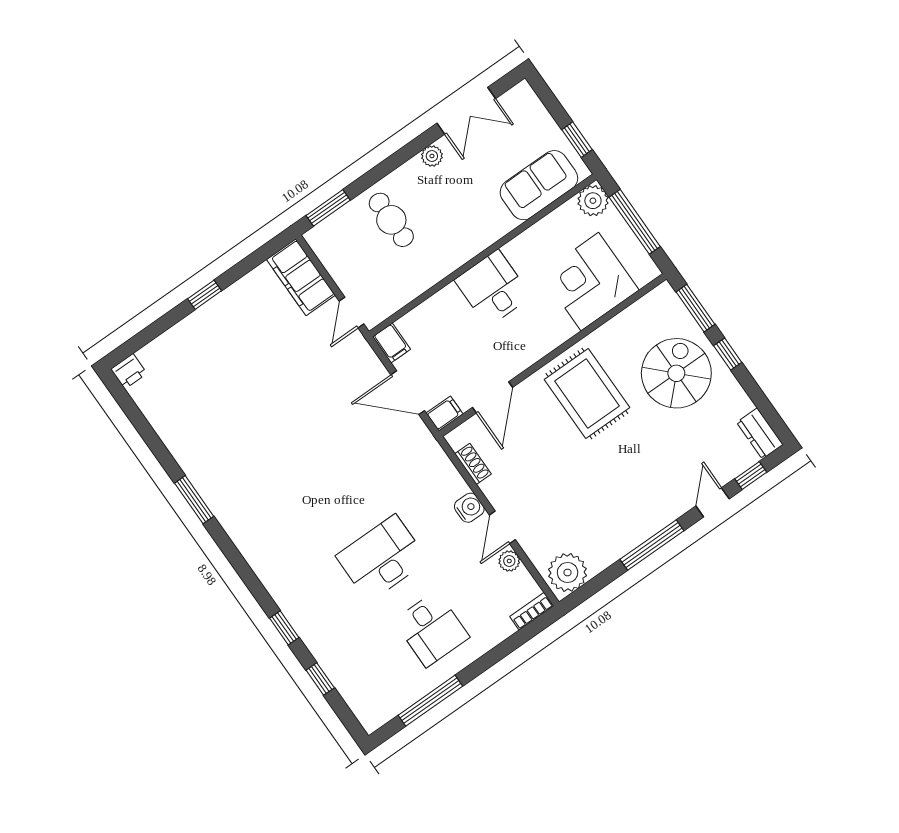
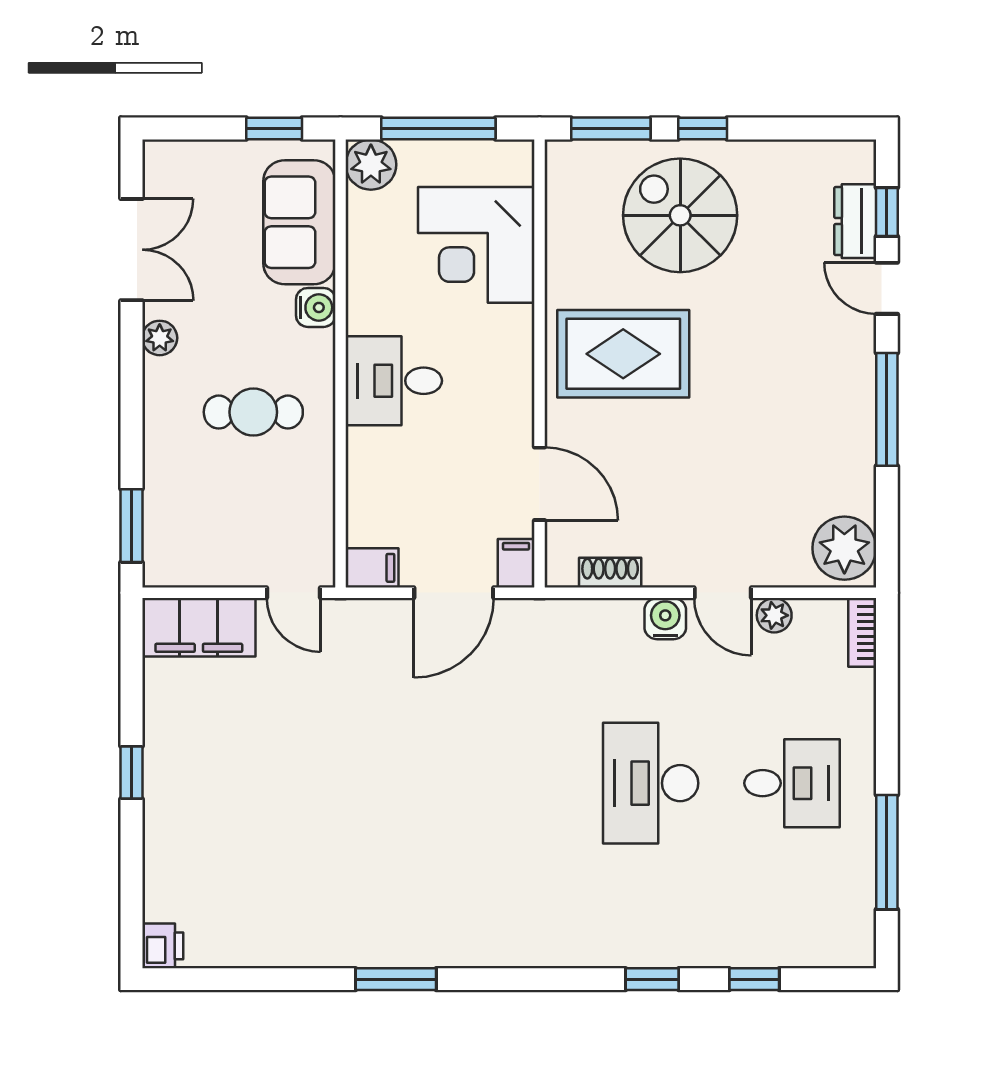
cafe table: (391, 220) -> (253, 412), moved
water cooler: (502, 223) -> (316, 307), added
dresser: (760, 433) -> (855, 221), moved, turned 90

